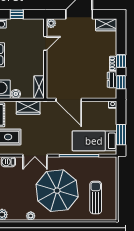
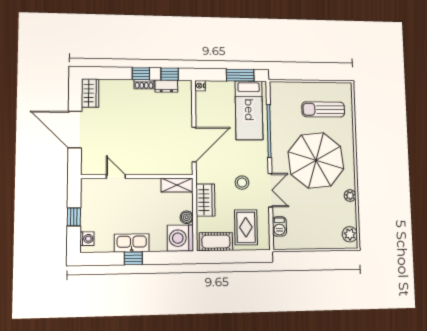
plant: (51, 23) -> (87, 169), removed
stool: (41, 135) -> (242, 183), added

